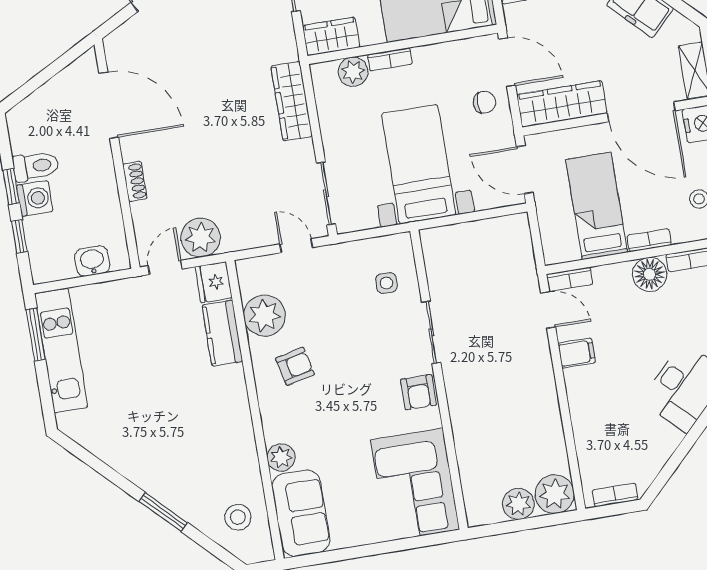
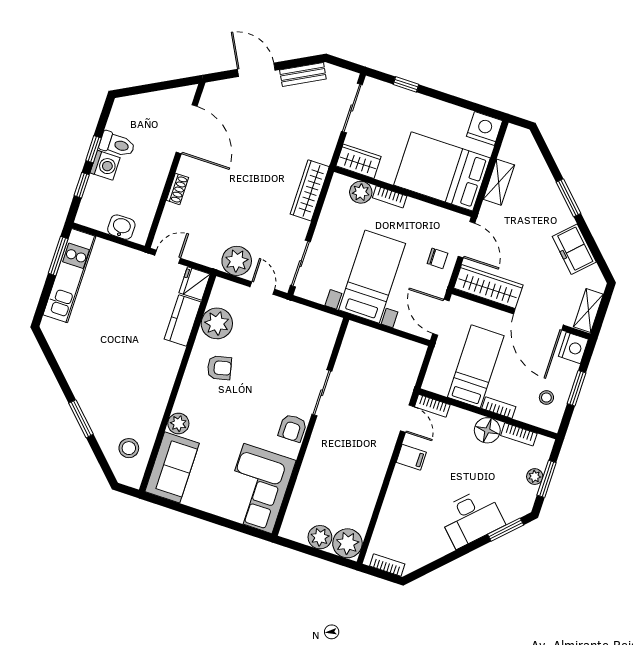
plant: (201, 238) -> (237, 261), moved
side table: (386, 283) -> (309, 344), removed

